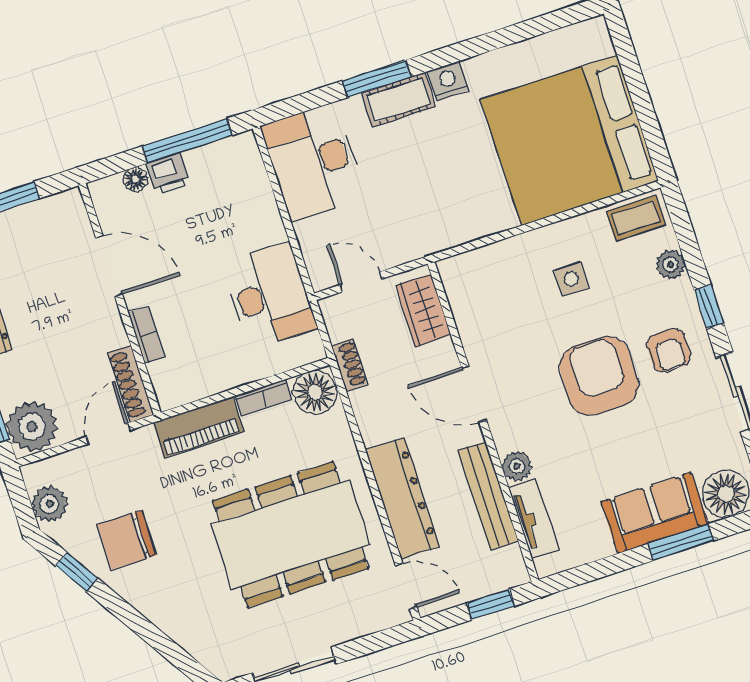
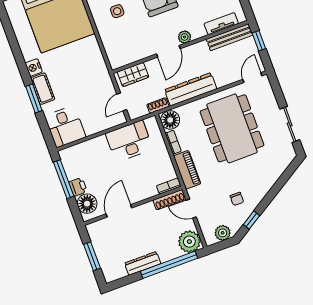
desk: (313, 162) -> (65, 127), width x0.73
floor lamp: (135, 179) -> (87, 204), width x1.89, depth x1.89
bookcase: (146, 335) -> (169, 186), moved
plant: (517, 466) -> (185, 37), moved
bench: (488, 496) -> (230, 37), moved
dresser: (403, 498) -> (191, 89), moved
chair: (127, 540) -> (237, 199), width x0.54, depth x0.54

